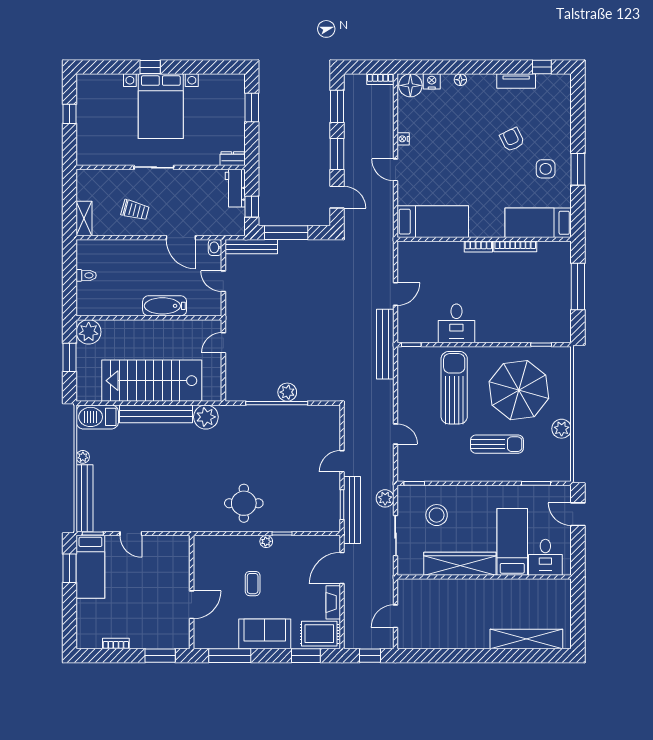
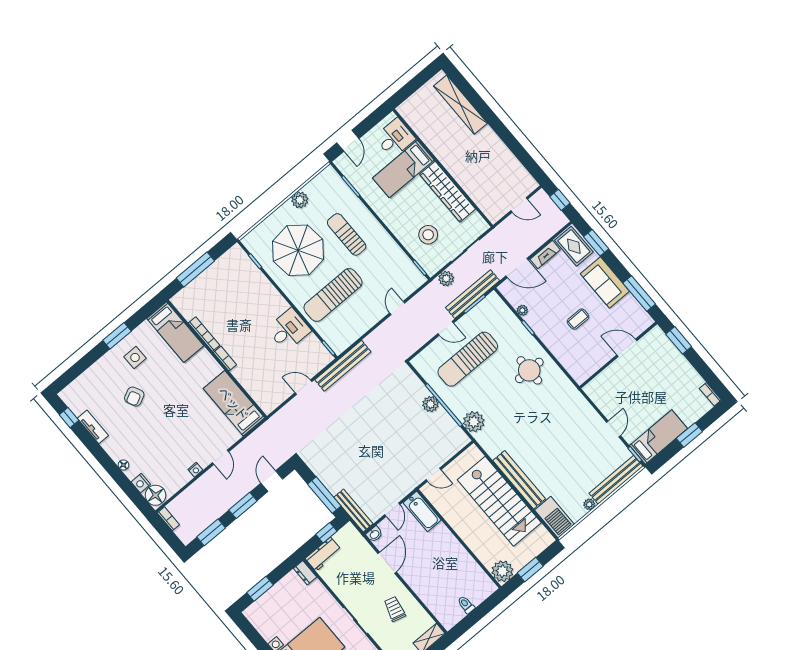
bathtub: (165, 306) -> (422, 511), moved
plant: (206, 417) -> (474, 422), moved
sun lounger: (299, 458) -> (468, 359), added
plant: (266, 541) -> (522, 310), moved
window: (70, 568) -> (689, 435), moved
bookcase: (116, 644) -> (710, 394), moved

